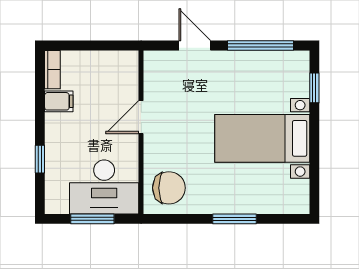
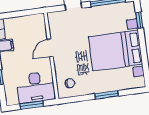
bed with nightstands: (262, 138) -> (116, 50), width x1.36
chair: (169, 188) -> (70, 83), width x0.54, depth x0.54

